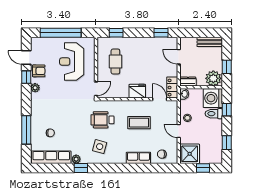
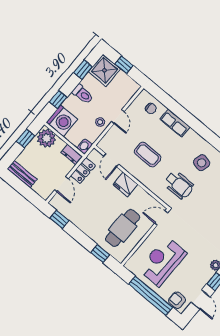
cafe table: (115, 61) -> (123, 228), width x1.37, depth x1.35
reception desk: (72, 62) -> (162, 261), turned 180
armchair: (39, 71) -> (177, 300), moved
locker: (172, 88) -> (83, 170), moved
toilet: (214, 114) -> (83, 94), moved
shower: (190, 154) -> (104, 70), moved

